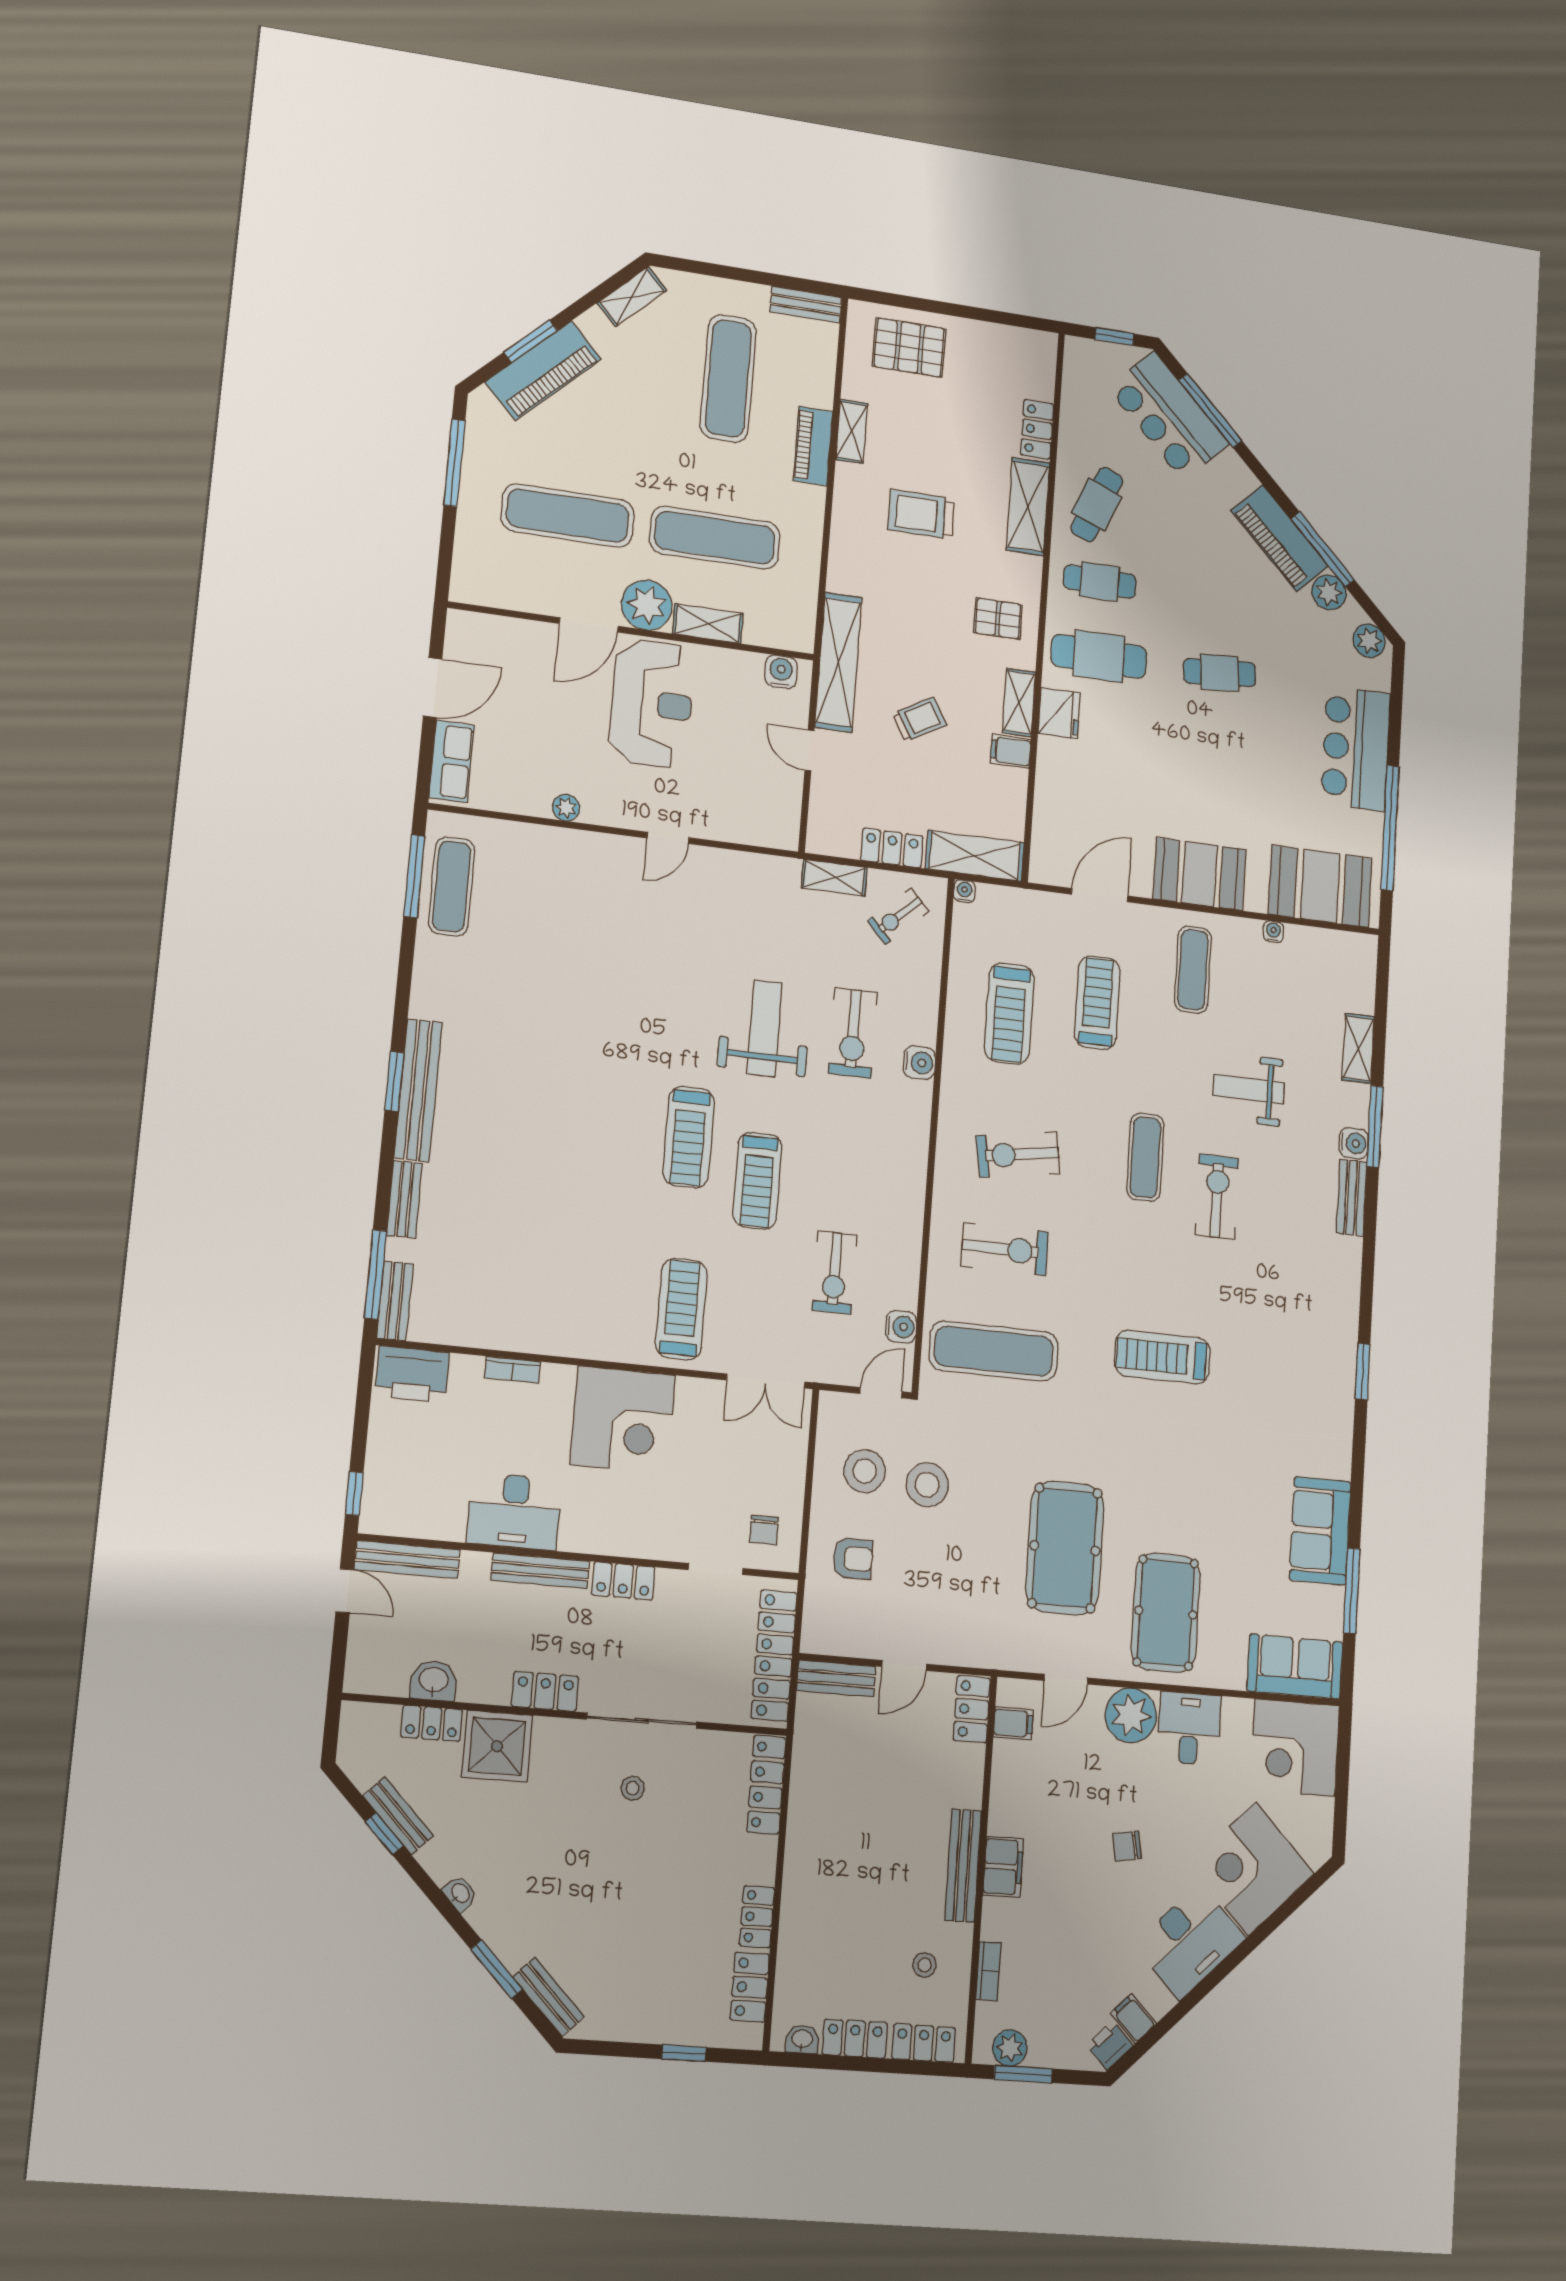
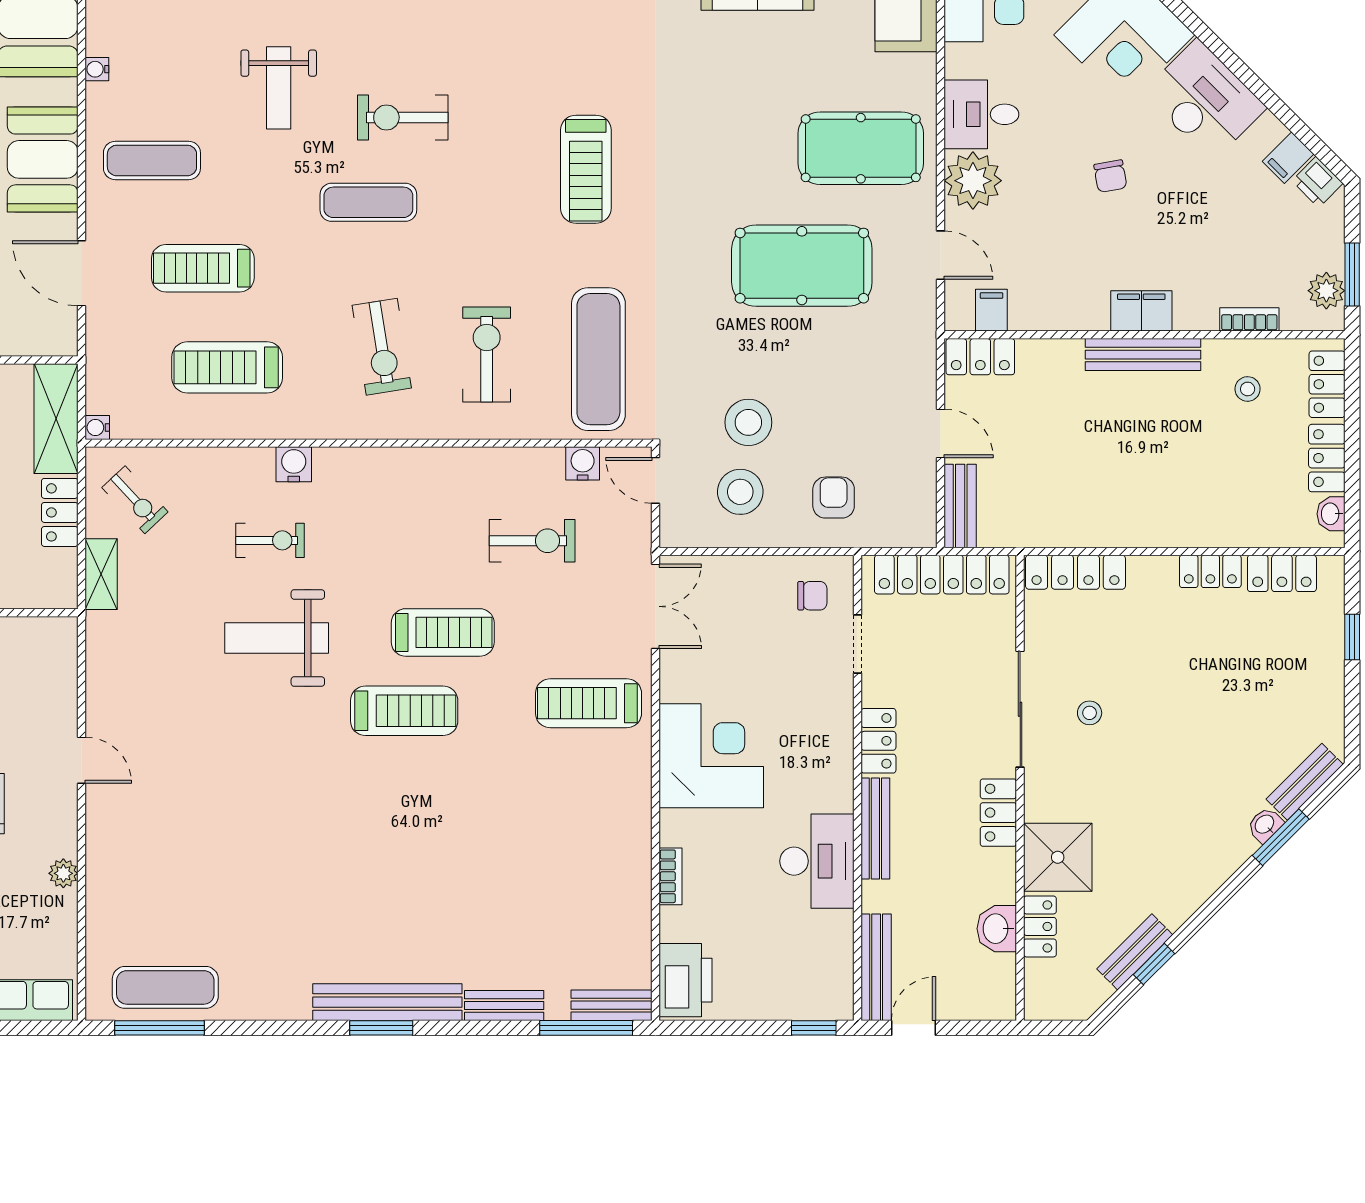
treadmill: (1009, 1013) -> (227, 367), turned 180
exercise bike: (853, 1033) -> (270, 540), width x0.73, depth x0.72
washbasin: (460, 1894) -> (1265, 825), moved

